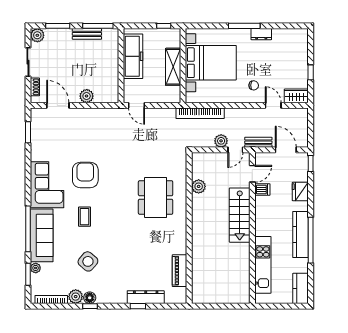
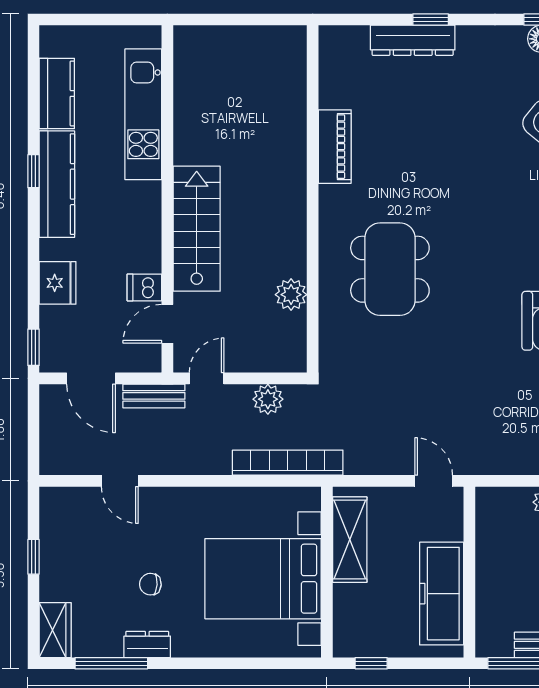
window: (244, 26) -> (111, 663), moved
shelving: (173, 67) -> (350, 540), moved
chair: (254, 85) -> (150, 584), moved
wardrobe: (296, 96) -> (55, 630), moved, turned -90
plant: (221, 141) -> (268, 399), moved
window: (311, 240) -> (34, 171), width x0.32
piano: (180, 271) -> (335, 147), moved
kitchen counter: (301, 288) -> (57, 93), moved

